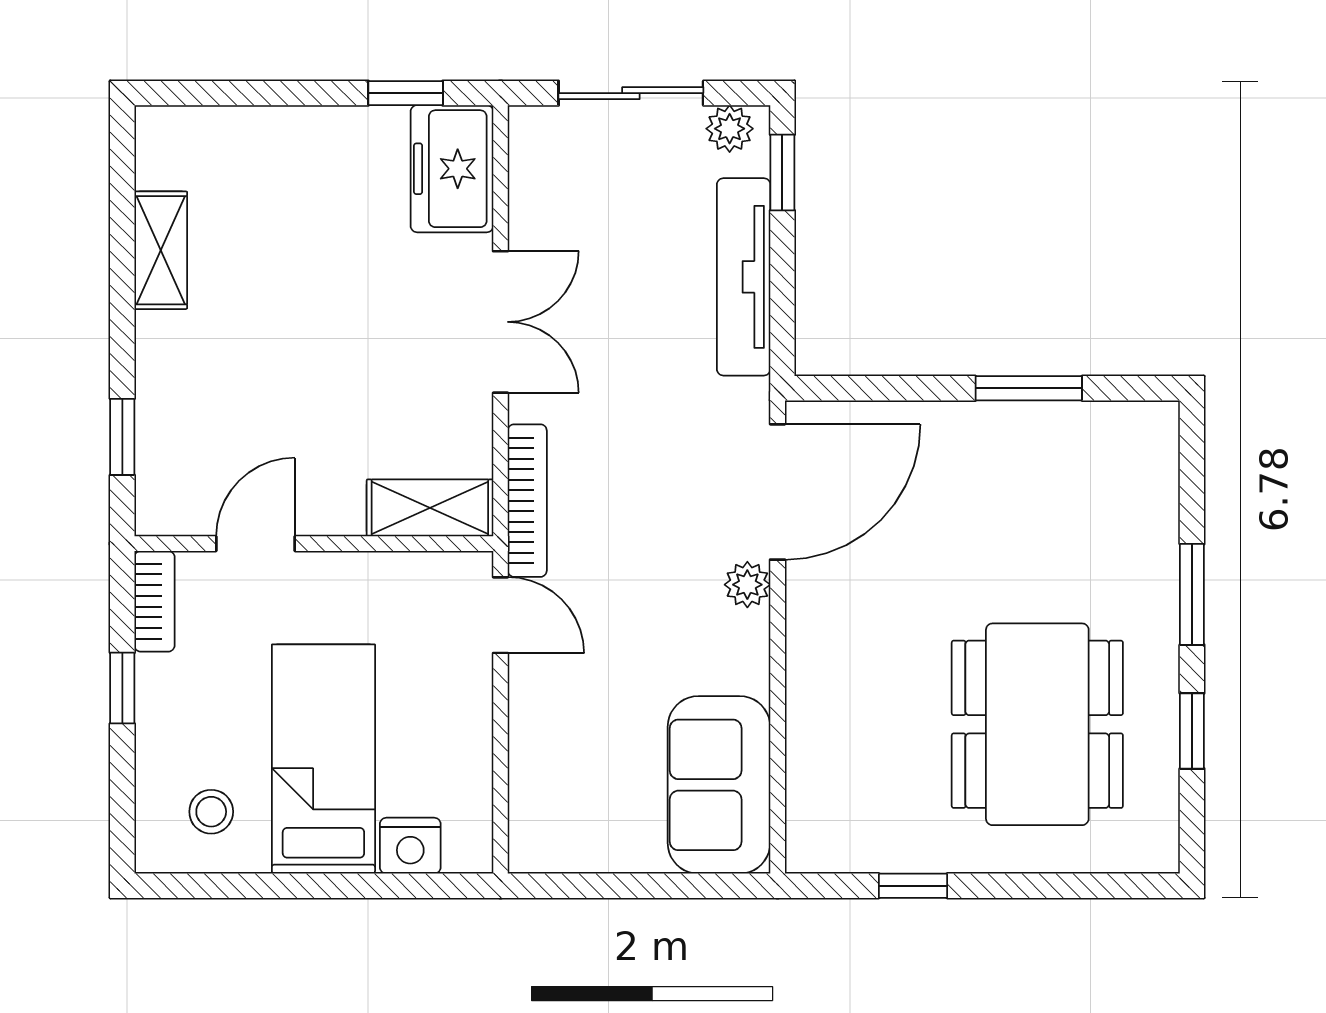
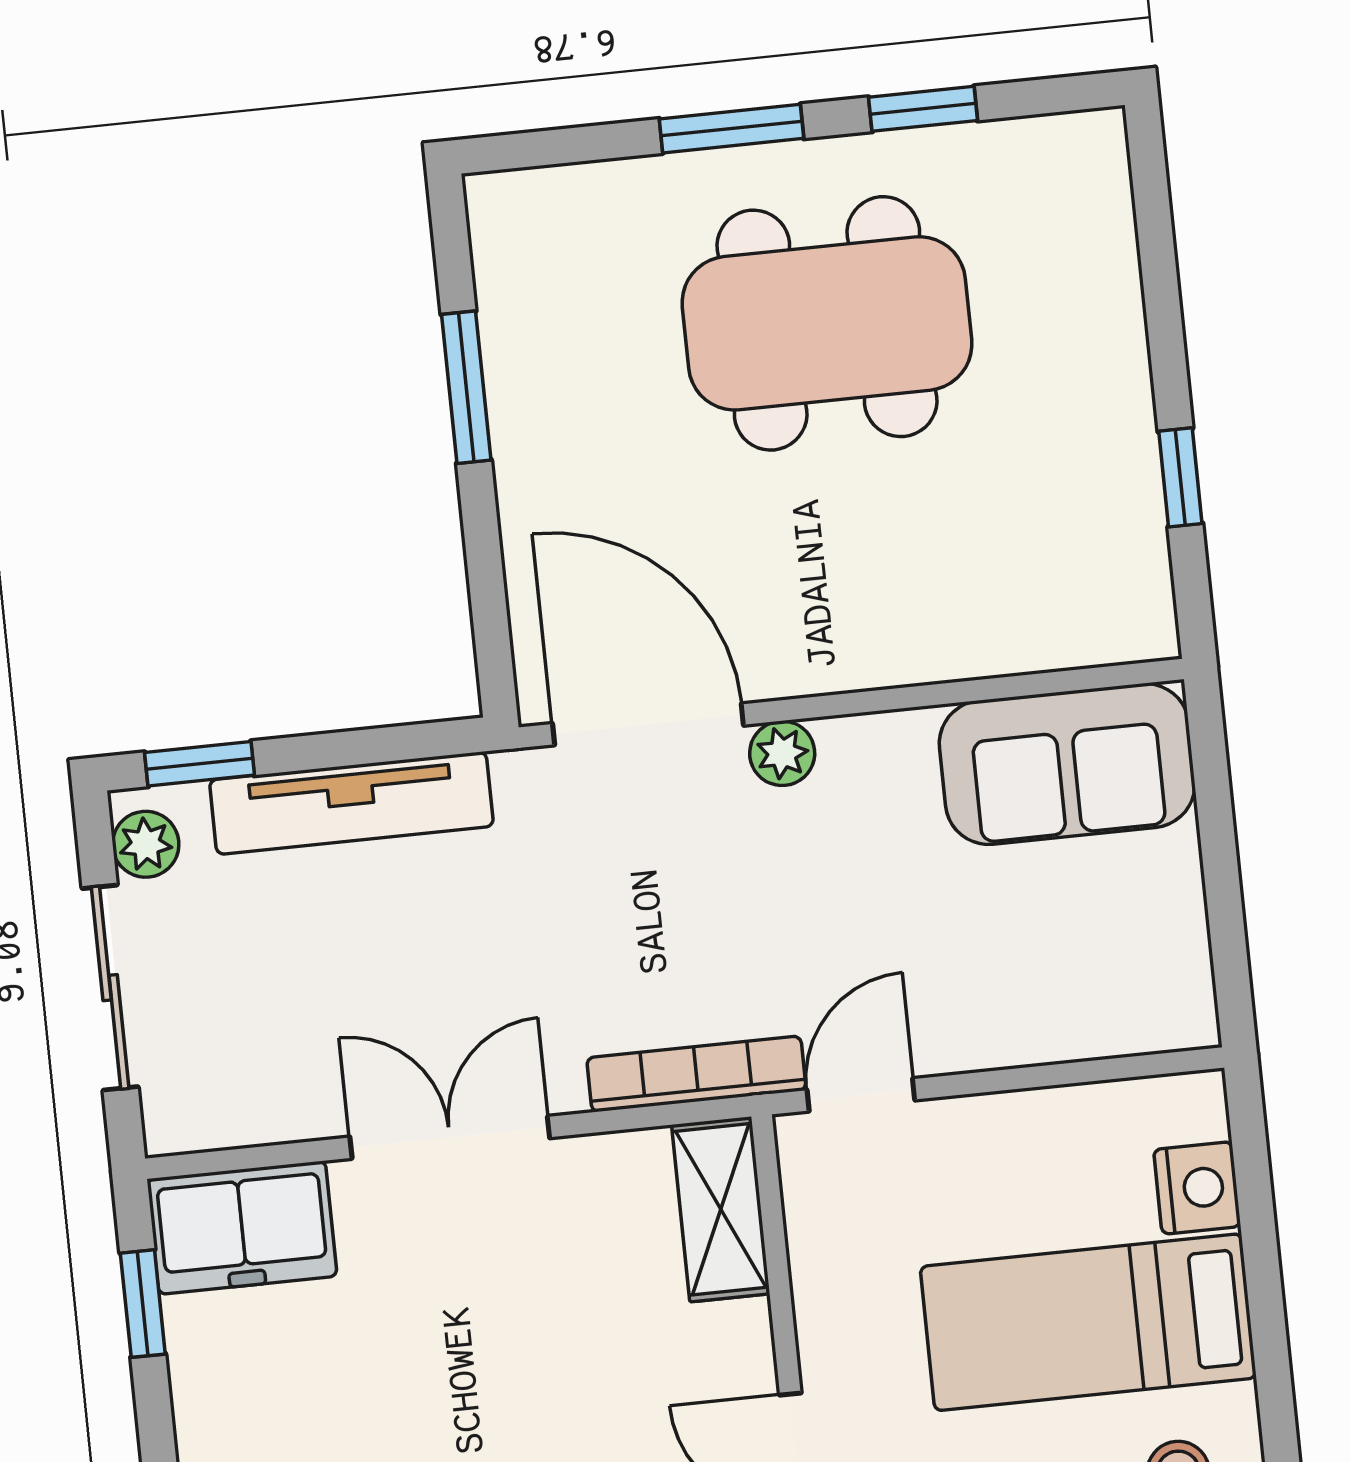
dining table: (1037, 724) -> (827, 323), moved

